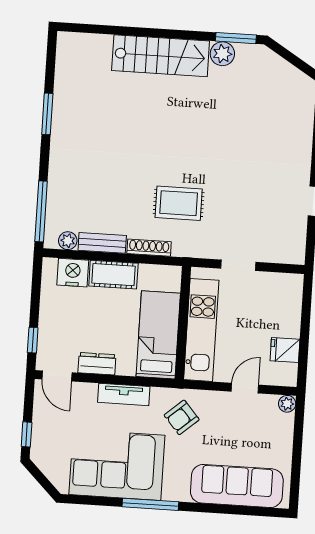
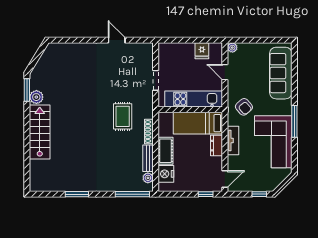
dresser: (97, 364) -> (217, 146), moved

